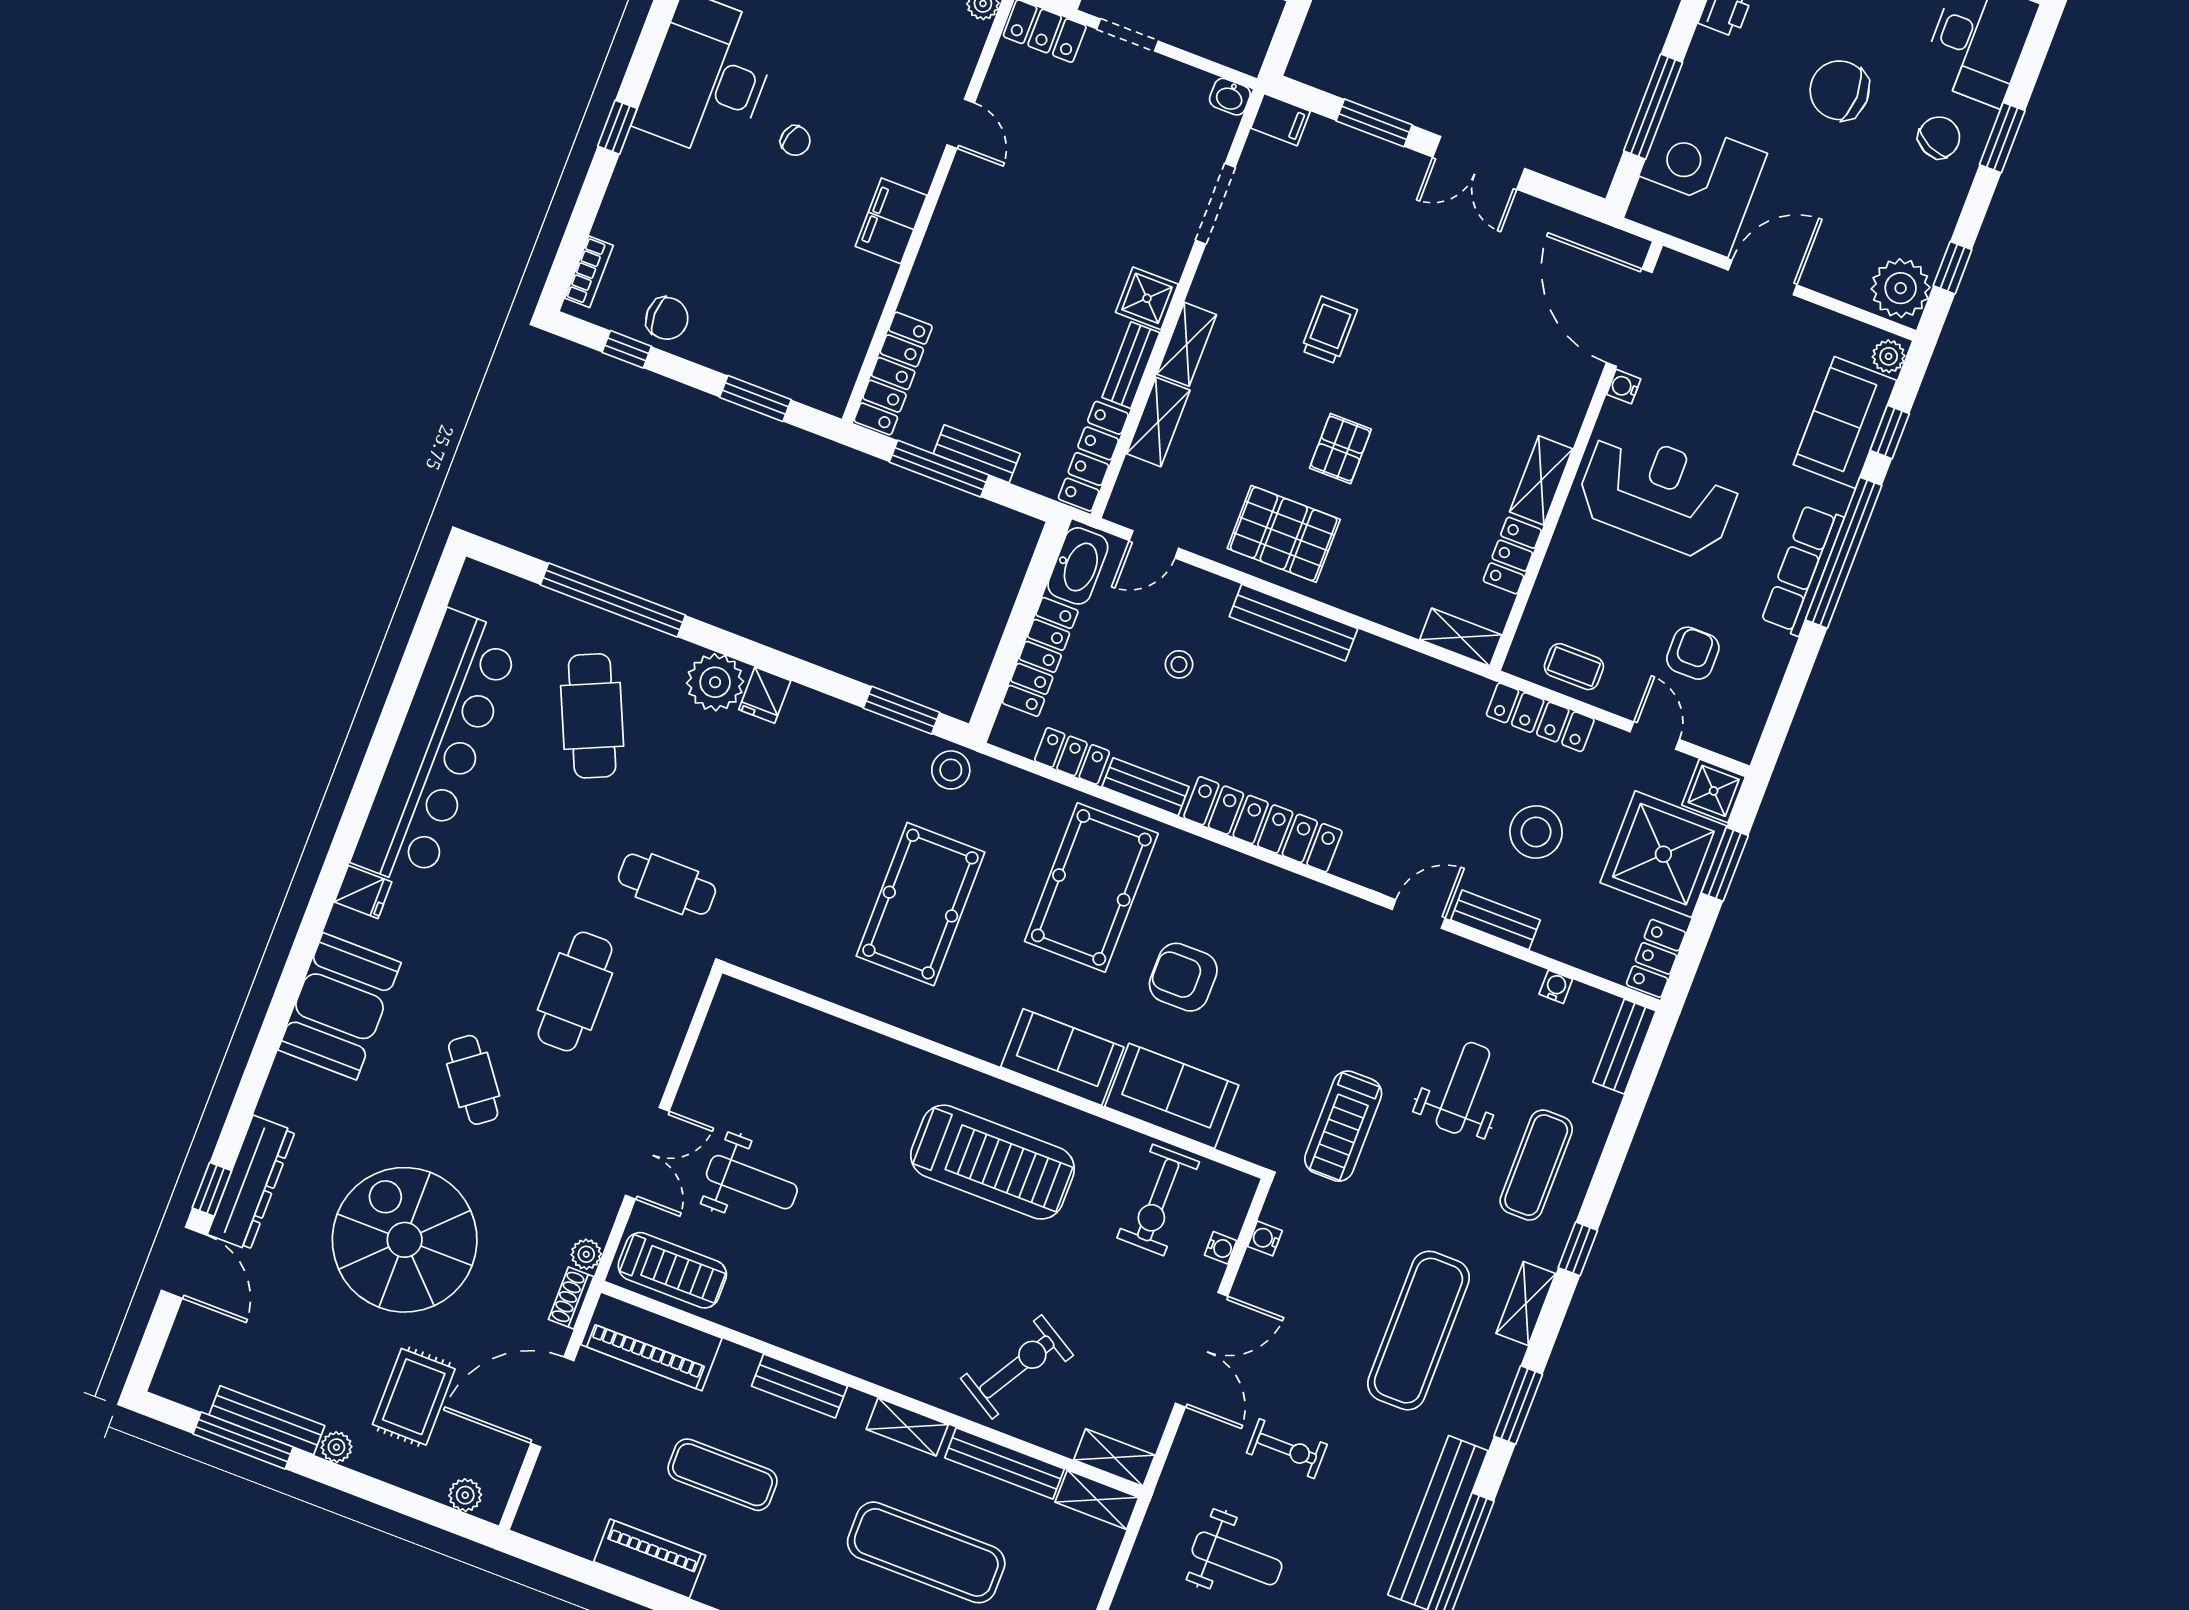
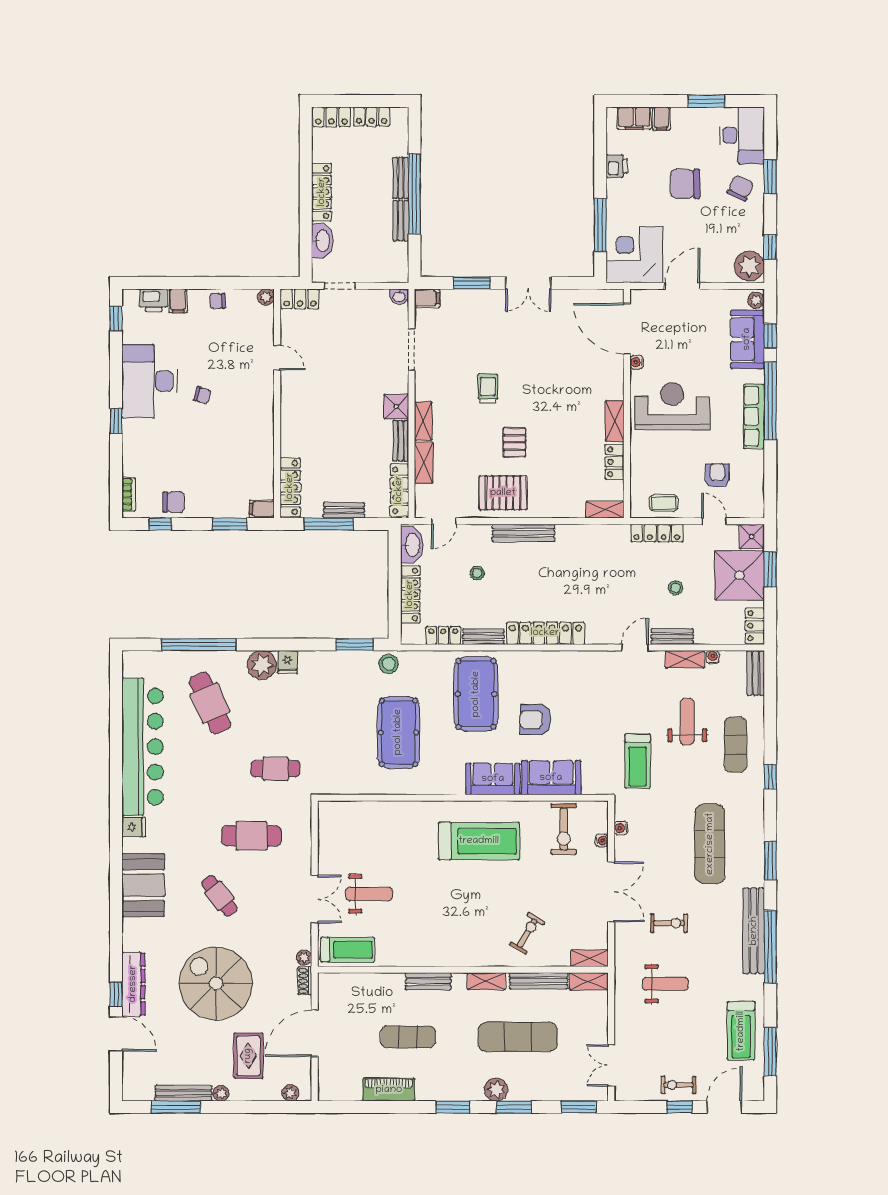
filing cabinet: (891, 221) -> (262, 509), moved, width x0.50
stool: (1536, 832) -> (675, 588), width x0.53, depth x0.53
cafe table: (575, 992) -> (251, 836), turned 90
shelving: (1526, 1304) -> (685, 659), moved, turned 90
piano: (651, 1341) -> (350, 987), removed
exercise bike: (1017, 1367) -> (527, 933), width x0.73, depth x0.72

